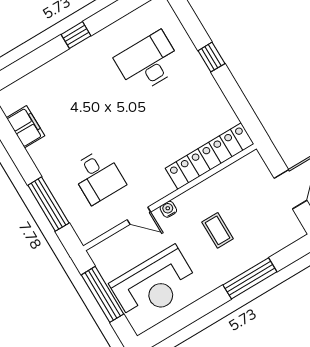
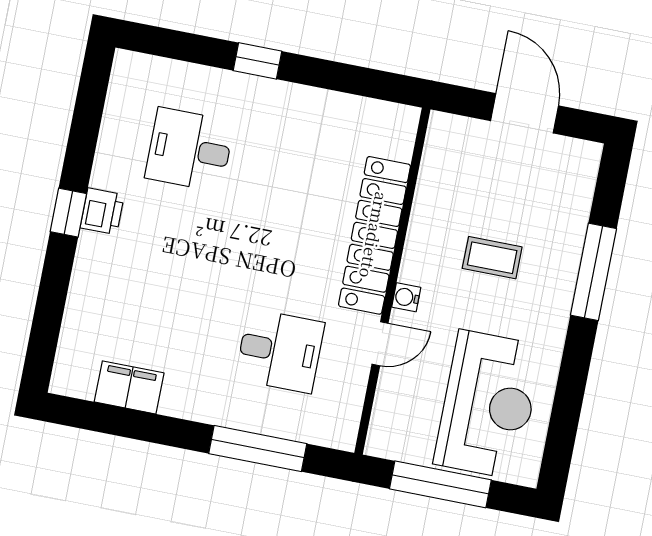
printer: (89, 49) -> (102, 211), added
desk: (148, 62) -> (190, 150), width x0.73
locker: (210, 156) -> (374, 235), moved

